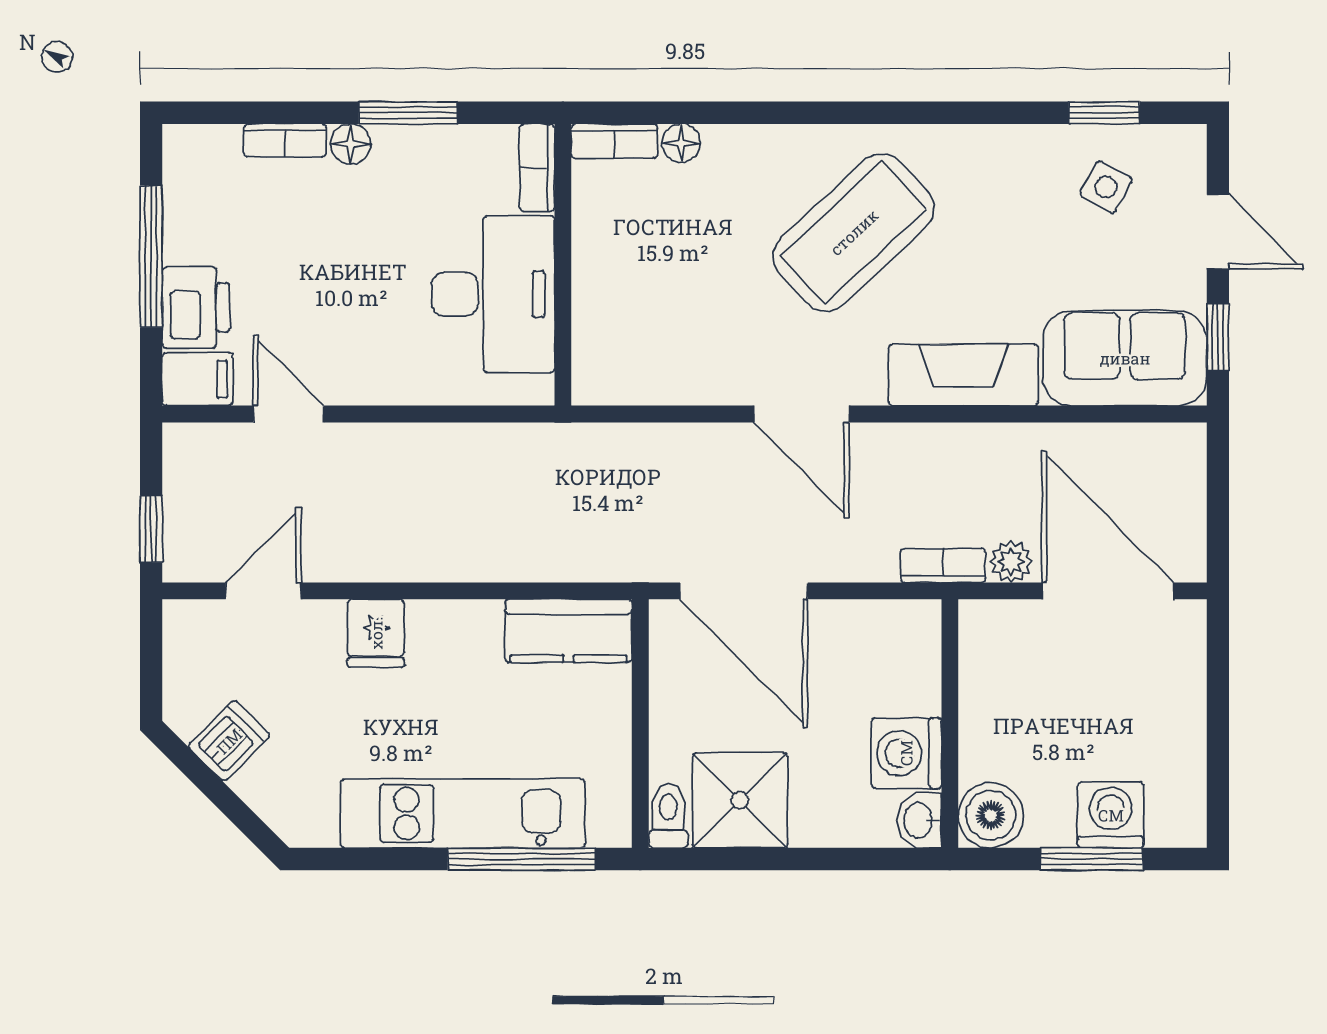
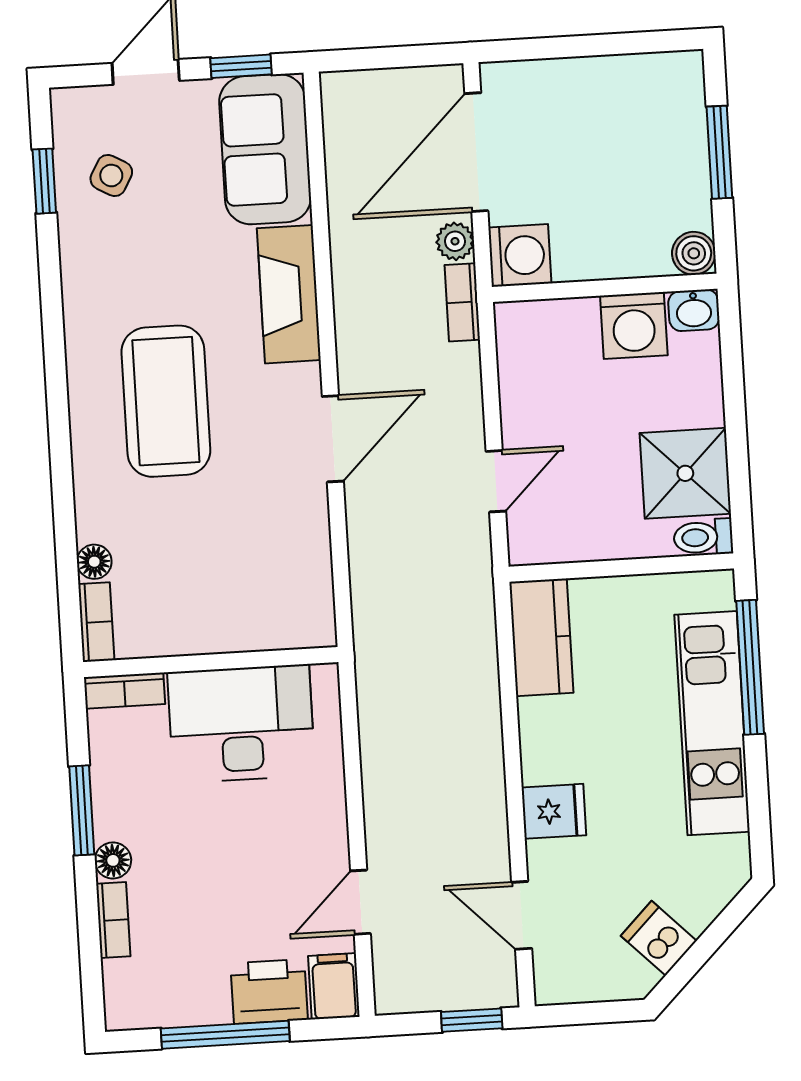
coffee table: (854, 232) -> (166, 401), turned 43
door: (744, 591) -> (496, 481), width x0.53
boiler: (991, 815) -> (694, 253), width x0.73, depth x0.73
washing machine: (1111, 815) -> (520, 255), moved, turned 180

